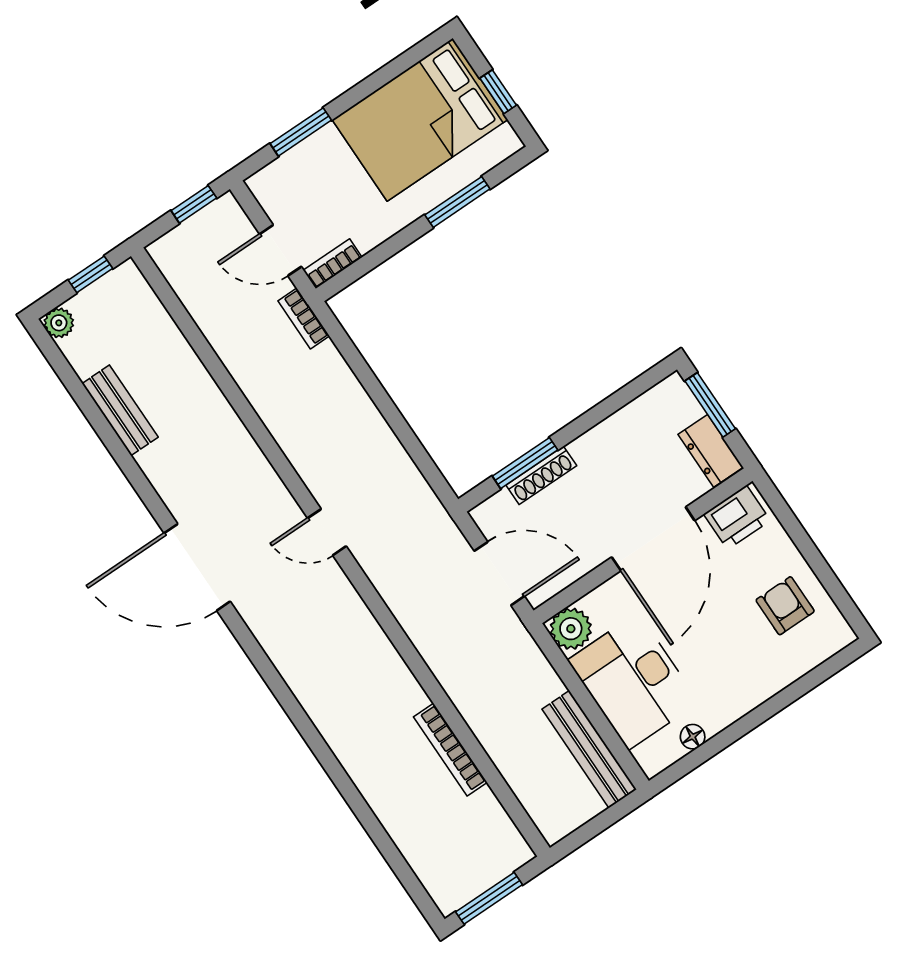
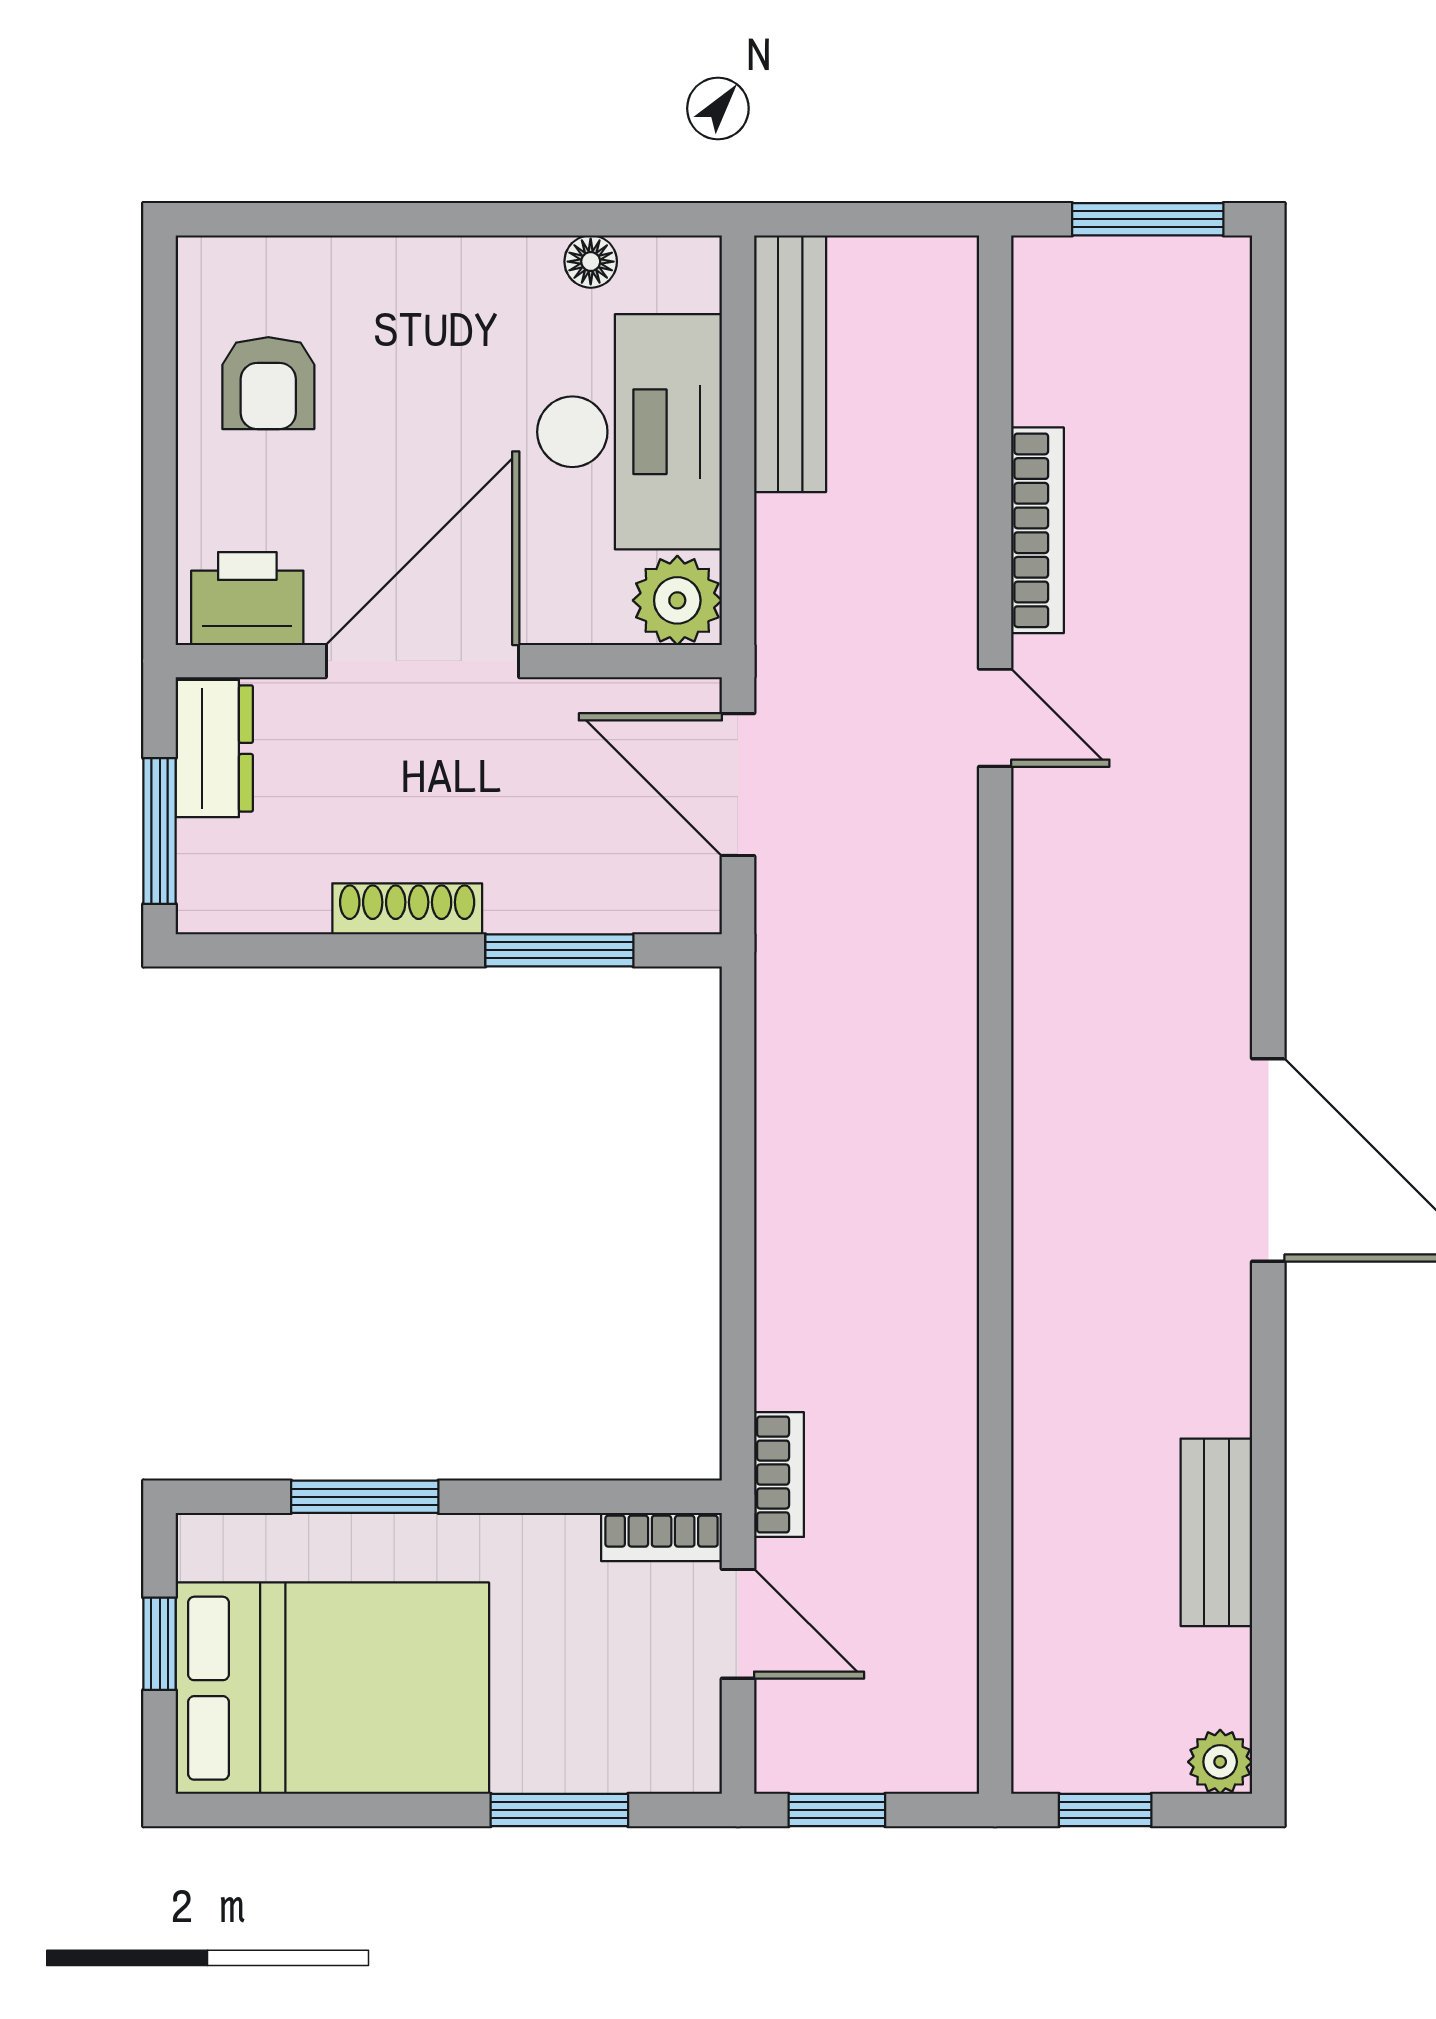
shoe rack: (541, 475) -> (407, 909), moved
door: (327, 532) -> (995, 718), moved

